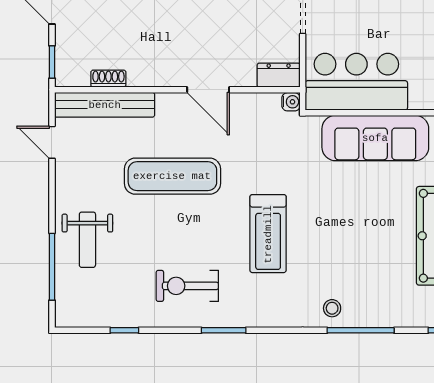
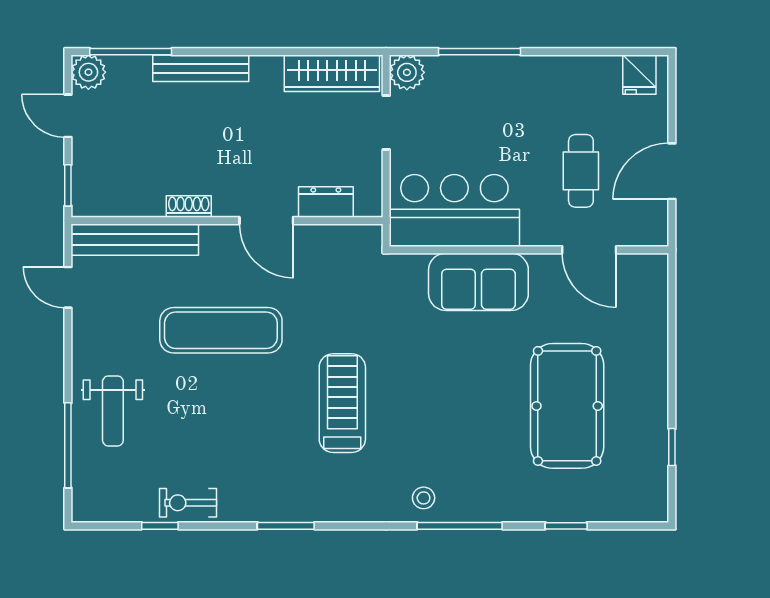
dresser: (279, 75) -> (326, 202), moved
shoe rack: (108, 79) -> (189, 206), moved
water cooler: (291, 102) -> (371, 236), removed
sofa: (375, 138) -> (478, 282), width x0.73
treadmill: (268, 234) -> (342, 403), turned 180
exercise bike: (187, 286) -> (188, 503), moved, width x0.73, depth x0.72

